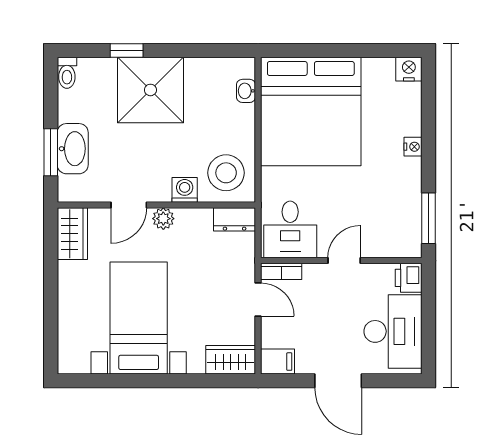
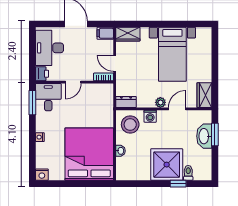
toilet: (67, 73) -> (188, 173), moved
washbasin: (246, 91) -> (120, 151), moved
desk: (290, 229) -> (48, 97), moved

